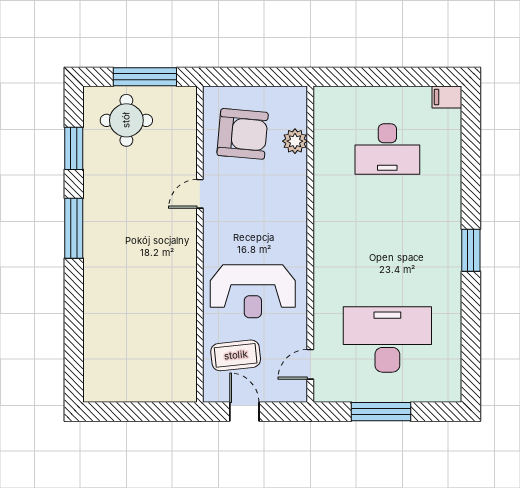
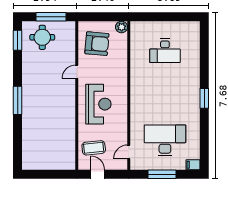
filing cabinet: (447, 97) -> (193, 165), moved
plant: (295, 141) -> (122, 27), moved
window: (74, 148) -> (18, 40), moved
window: (74, 228) -> (18, 100), moved
reception desk: (253, 291) -> (98, 104), moved, turned -90

